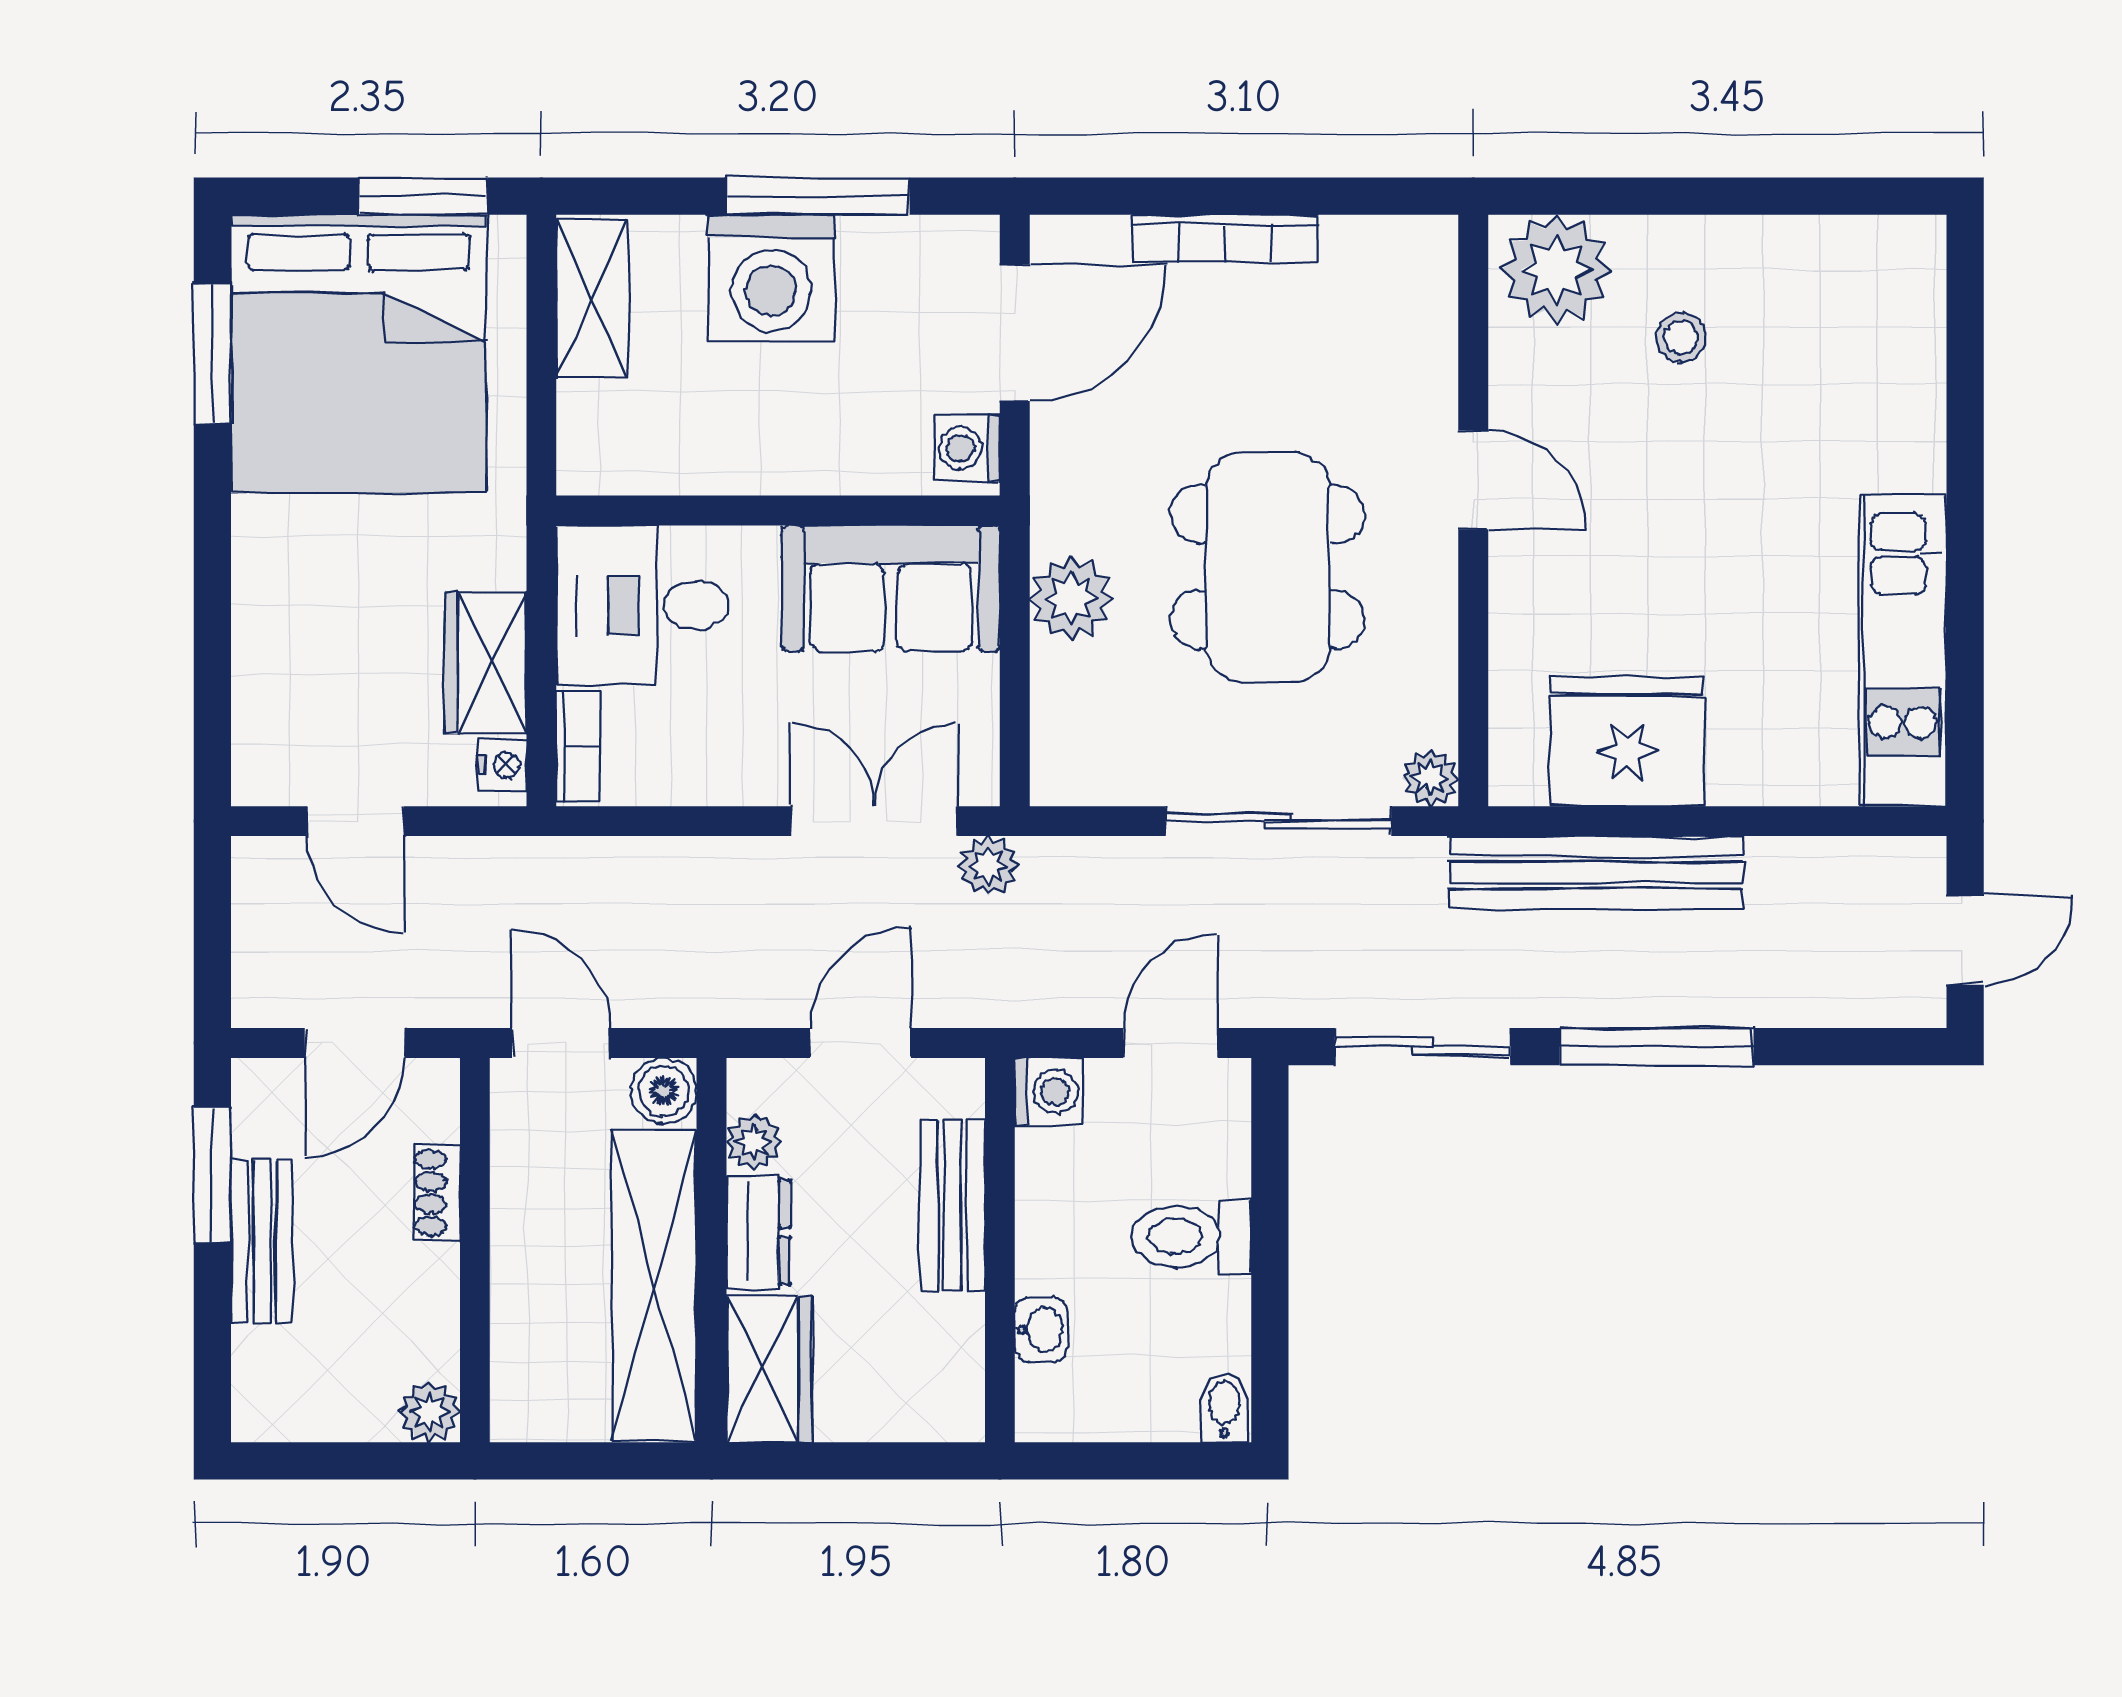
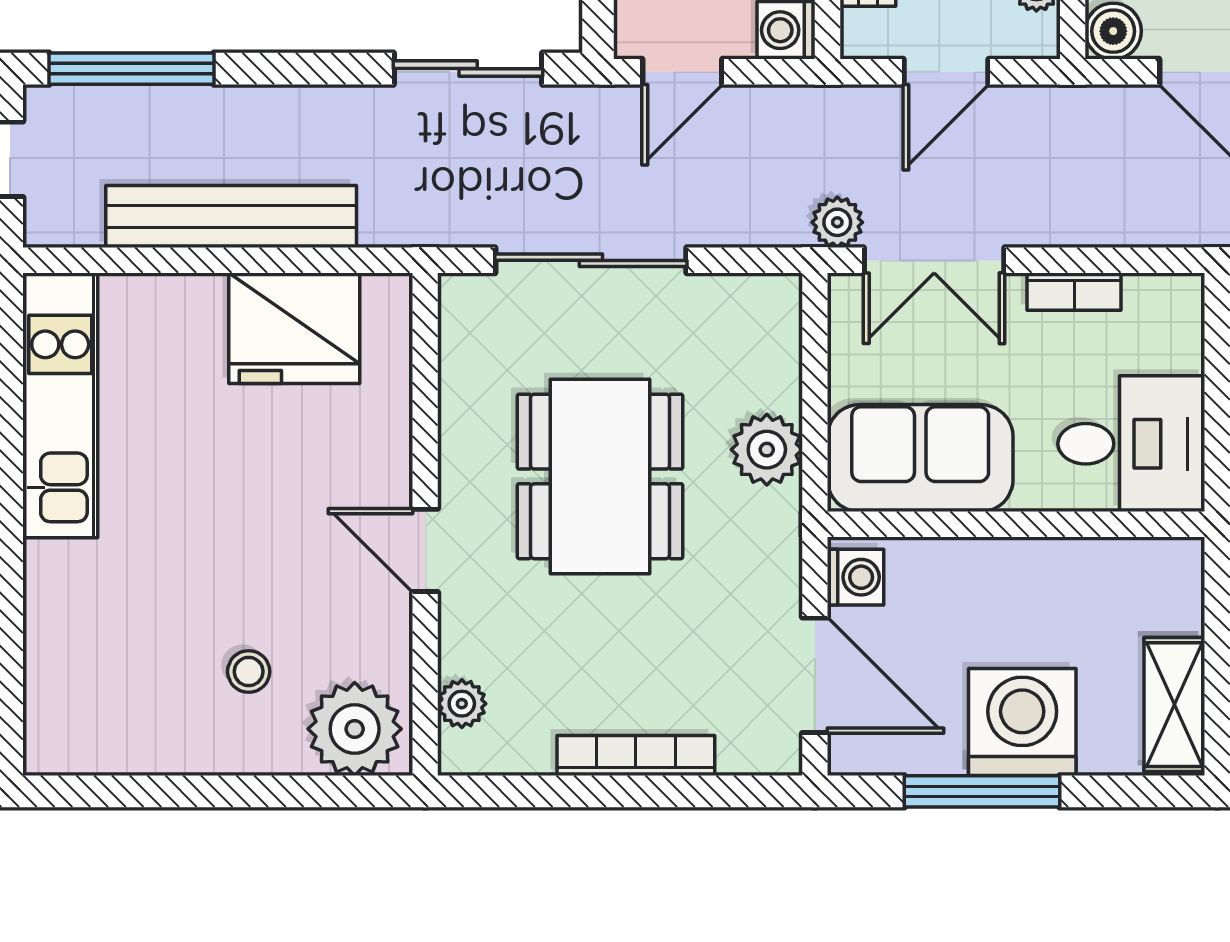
door: (1015, 333) -> (815, 675), swing flipped
bookcase: (578, 746) -> (1074, 292), moved, turned -90
plant: (1430, 778) -> (462, 704), moved
bench: (1596, 873) -> (231, 217), moved
window: (1656, 1047) -> (132, 69), moved

